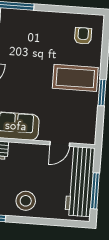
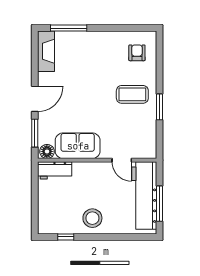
coffee table: (75, 78) -> (132, 94), width x0.73, depth x0.76
door: (60, 144) -> (122, 160), hinge flipped

